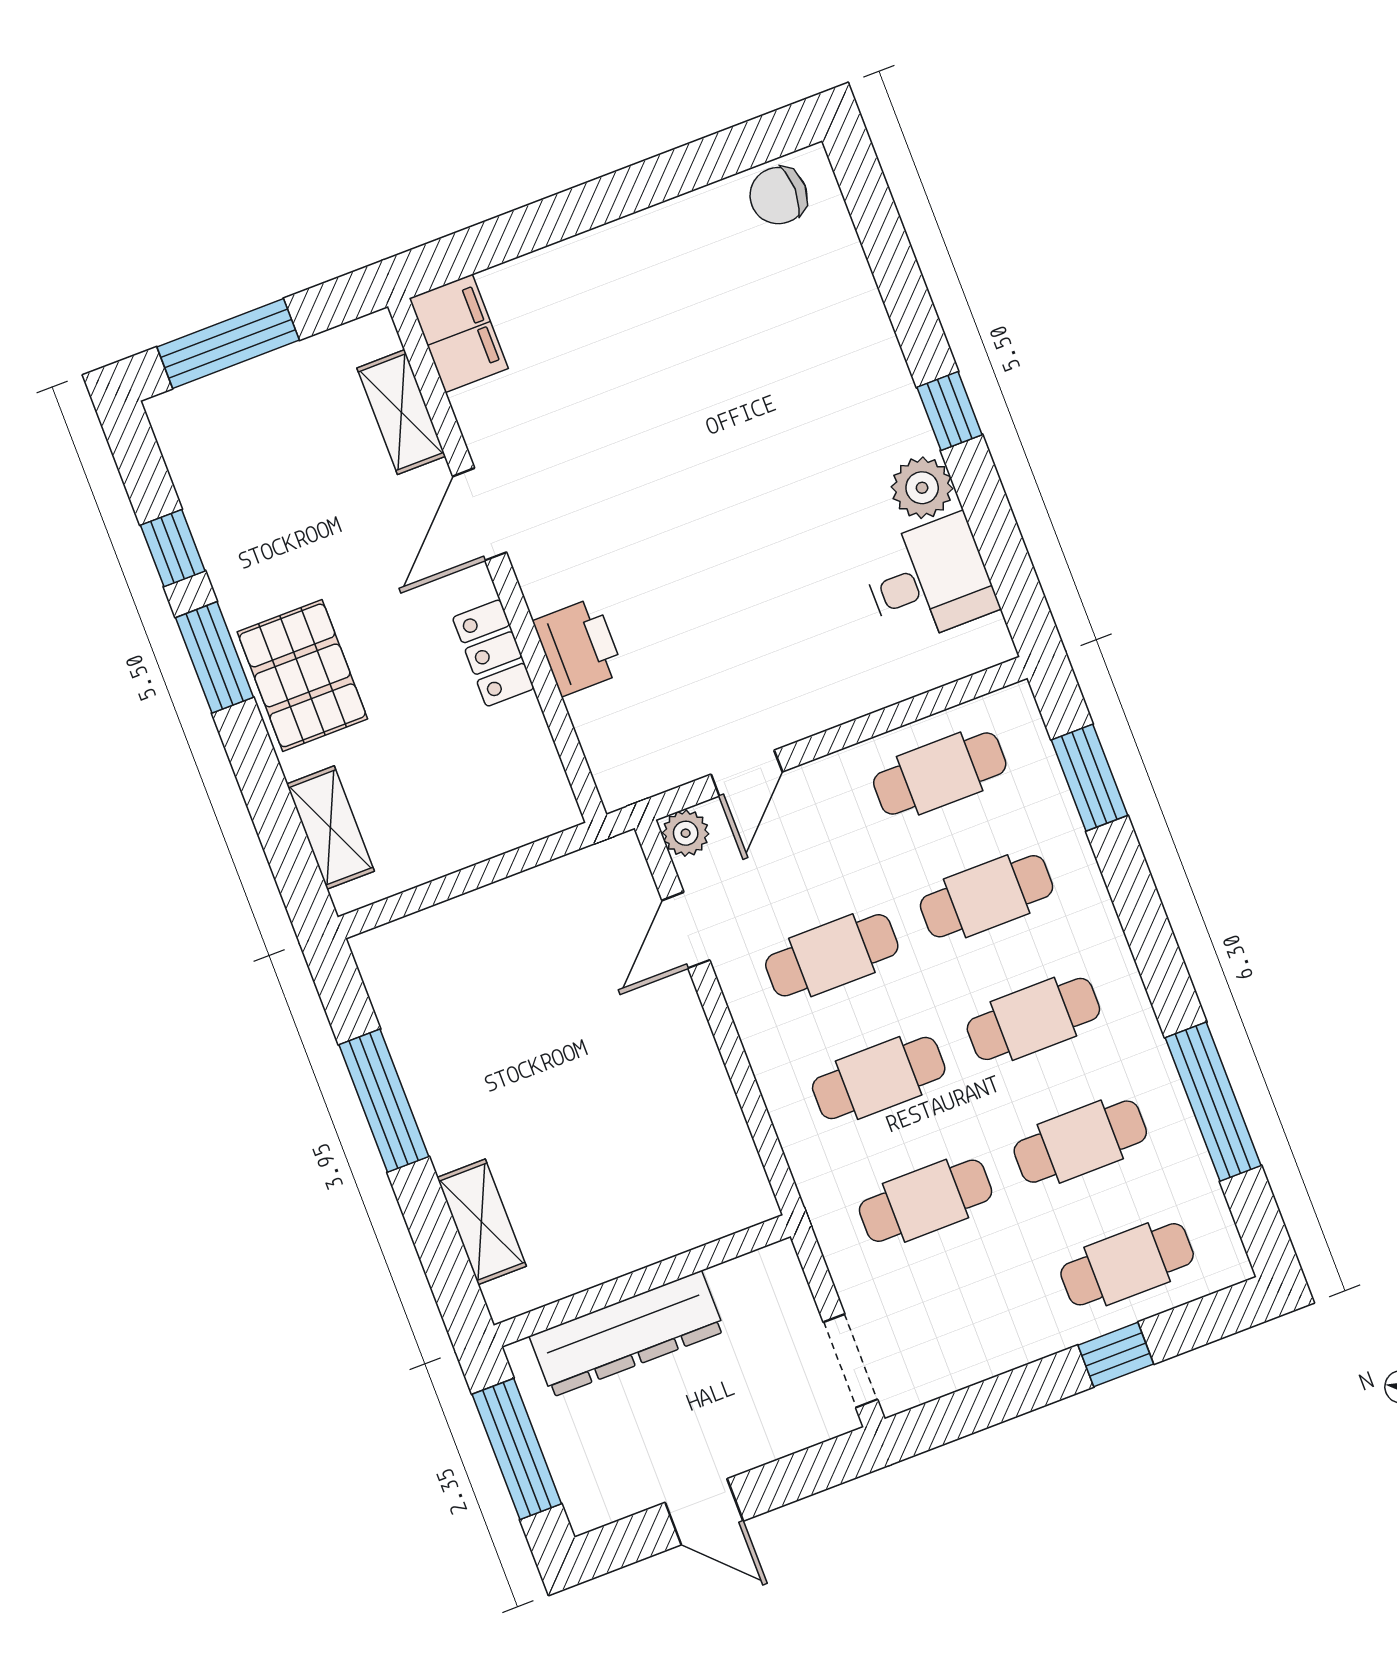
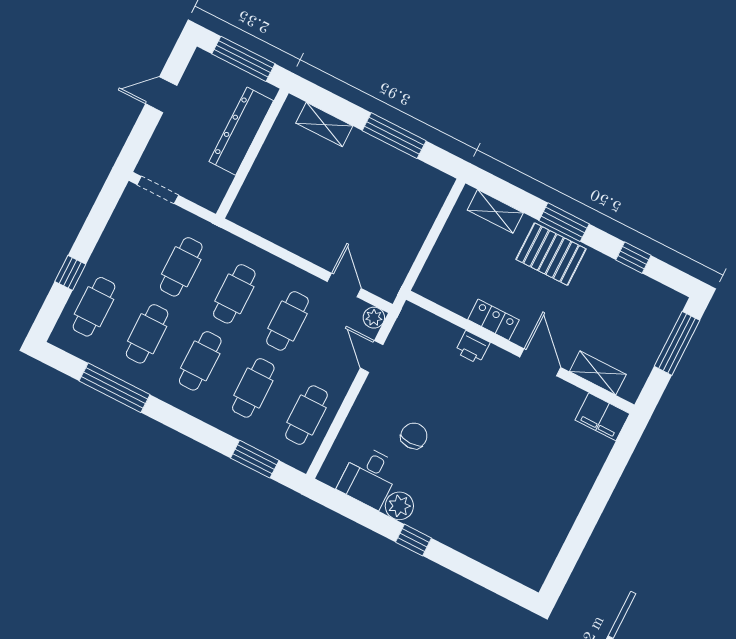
chair: (778, 196) -> (414, 436), moved
printer: (578, 647) -> (472, 347), width x0.73, depth x0.81
window: (215, 657) -> (564, 222), moved

